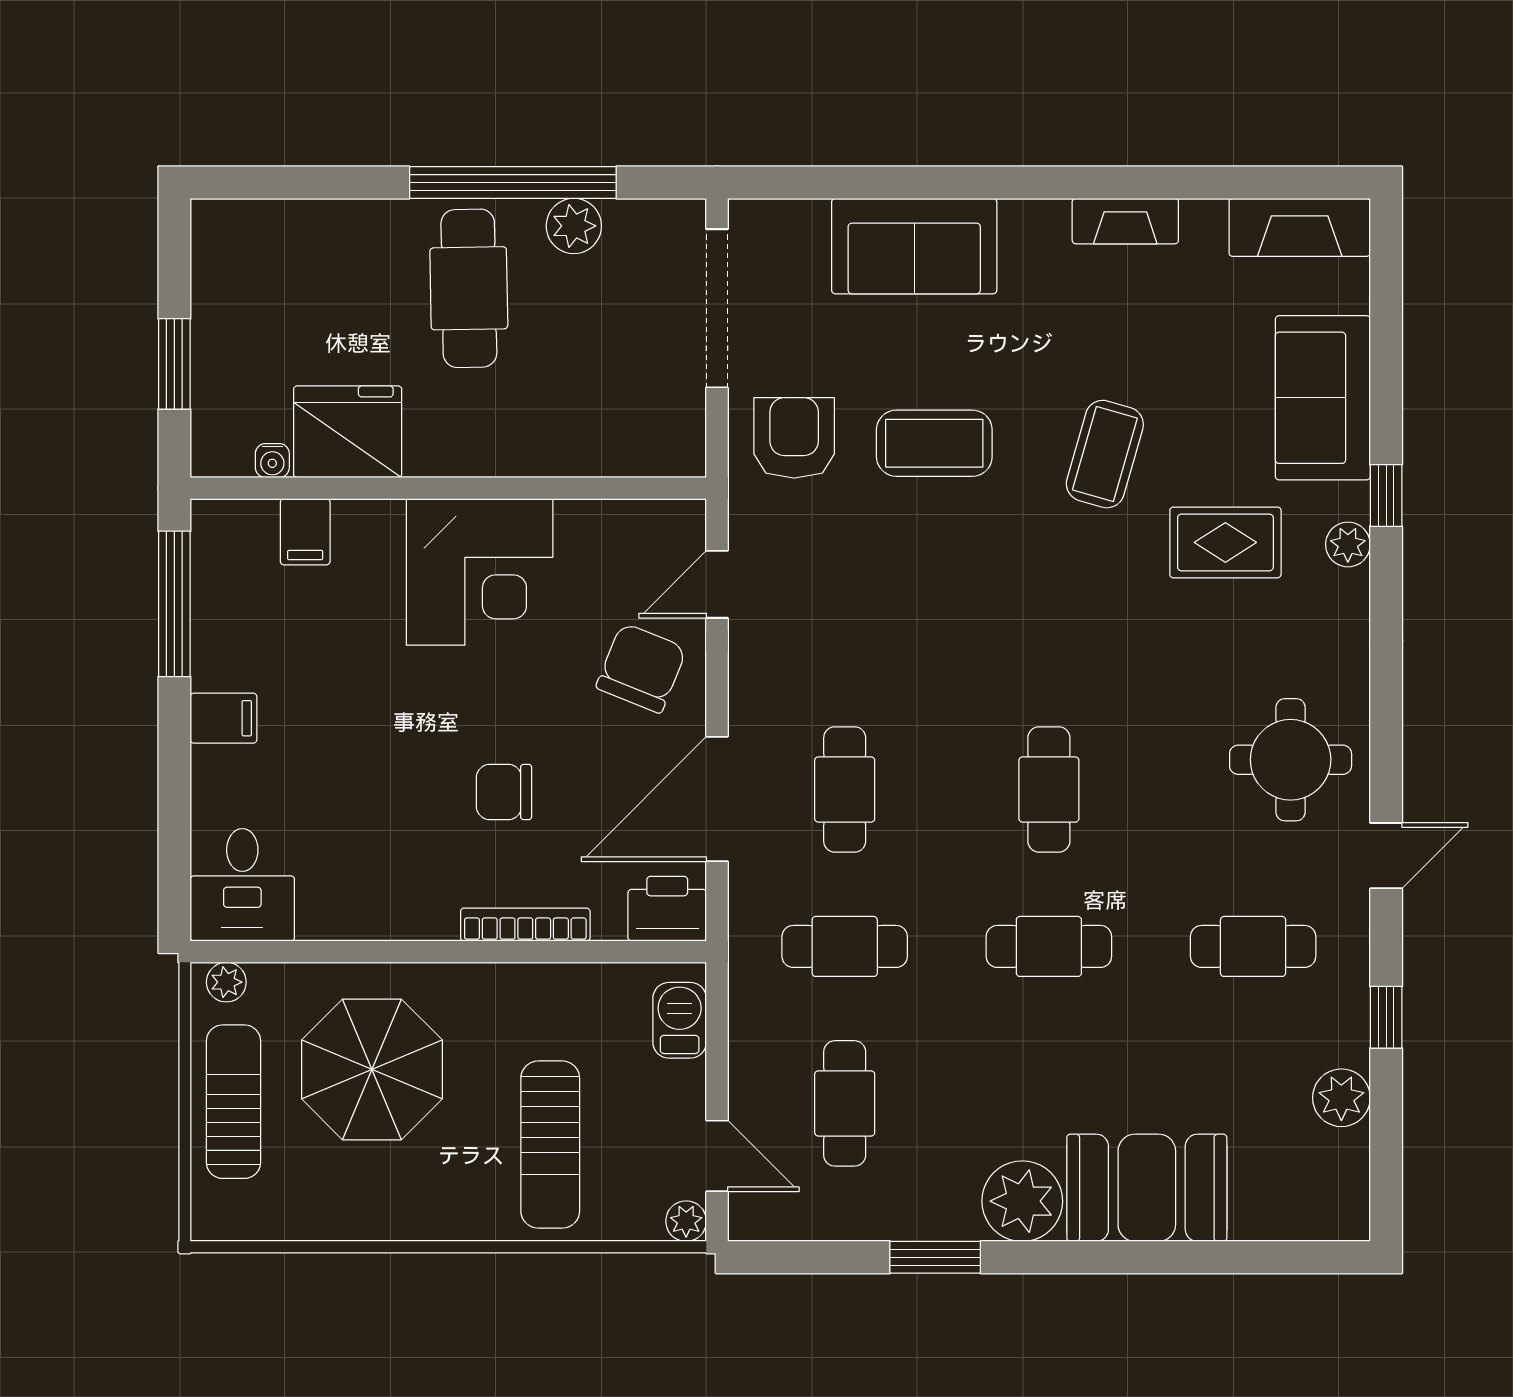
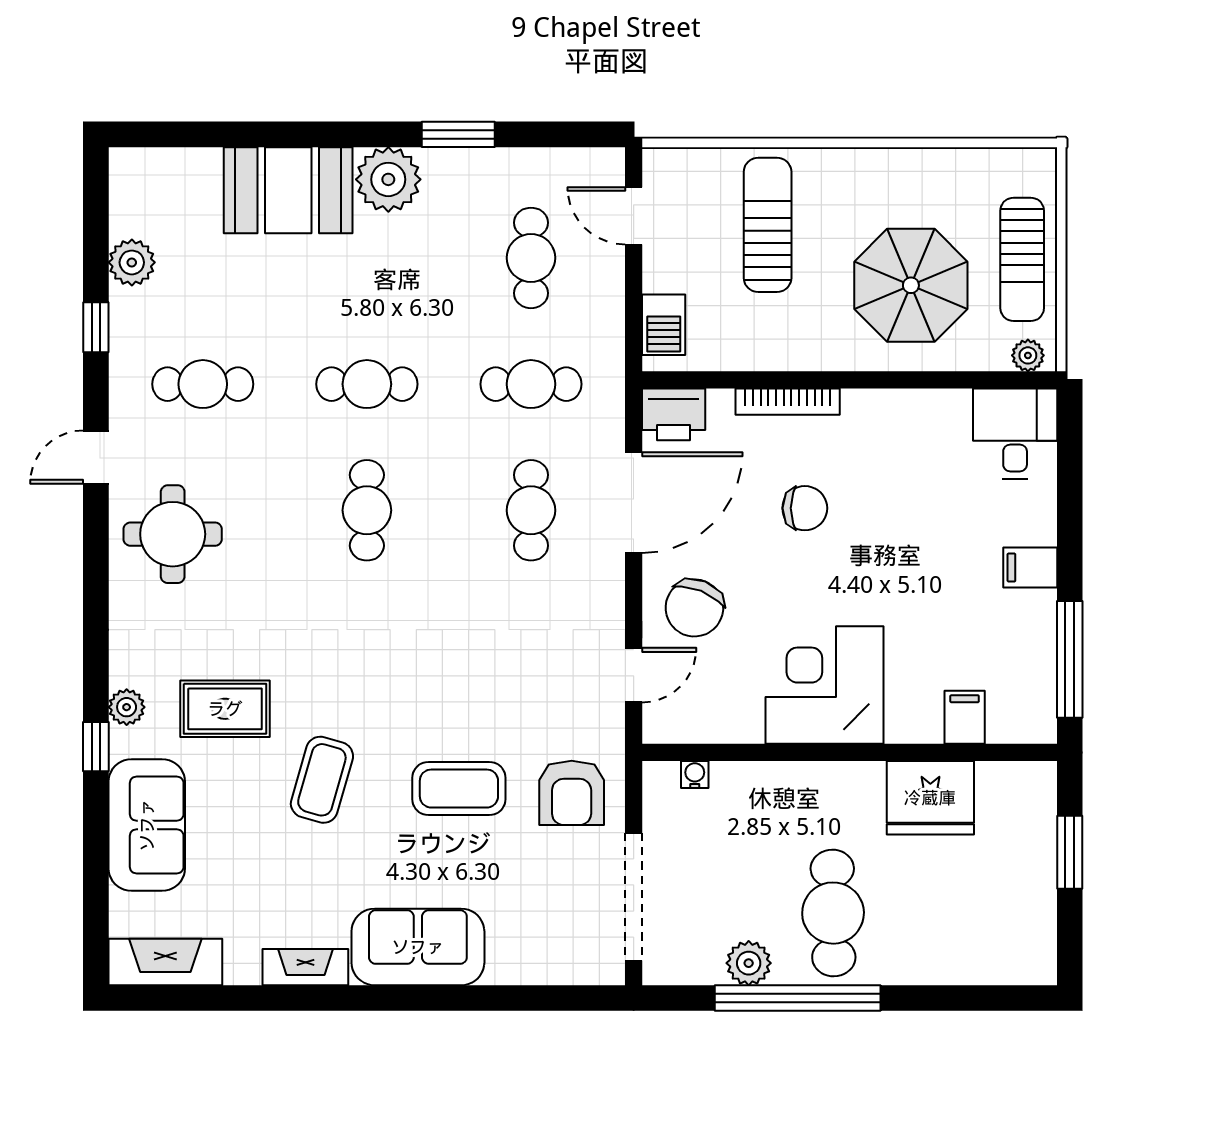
sofa: (914, 246) -> (418, 947), moved
water cooler: (272, 461) -> (695, 775), moved
plant: (686, 1221) -> (658, 163), removed

